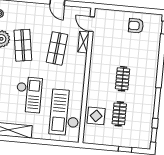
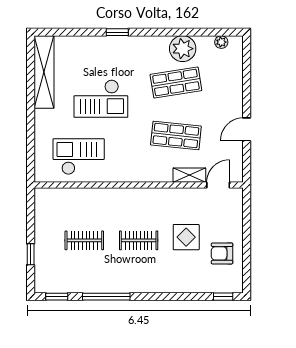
armchair: (136, 26) -> (222, 253), turned -90
checkout: (65, 113) -> (79, 157), width x0.73, depth x0.83
display table: (96, 116) -> (186, 237), moved

